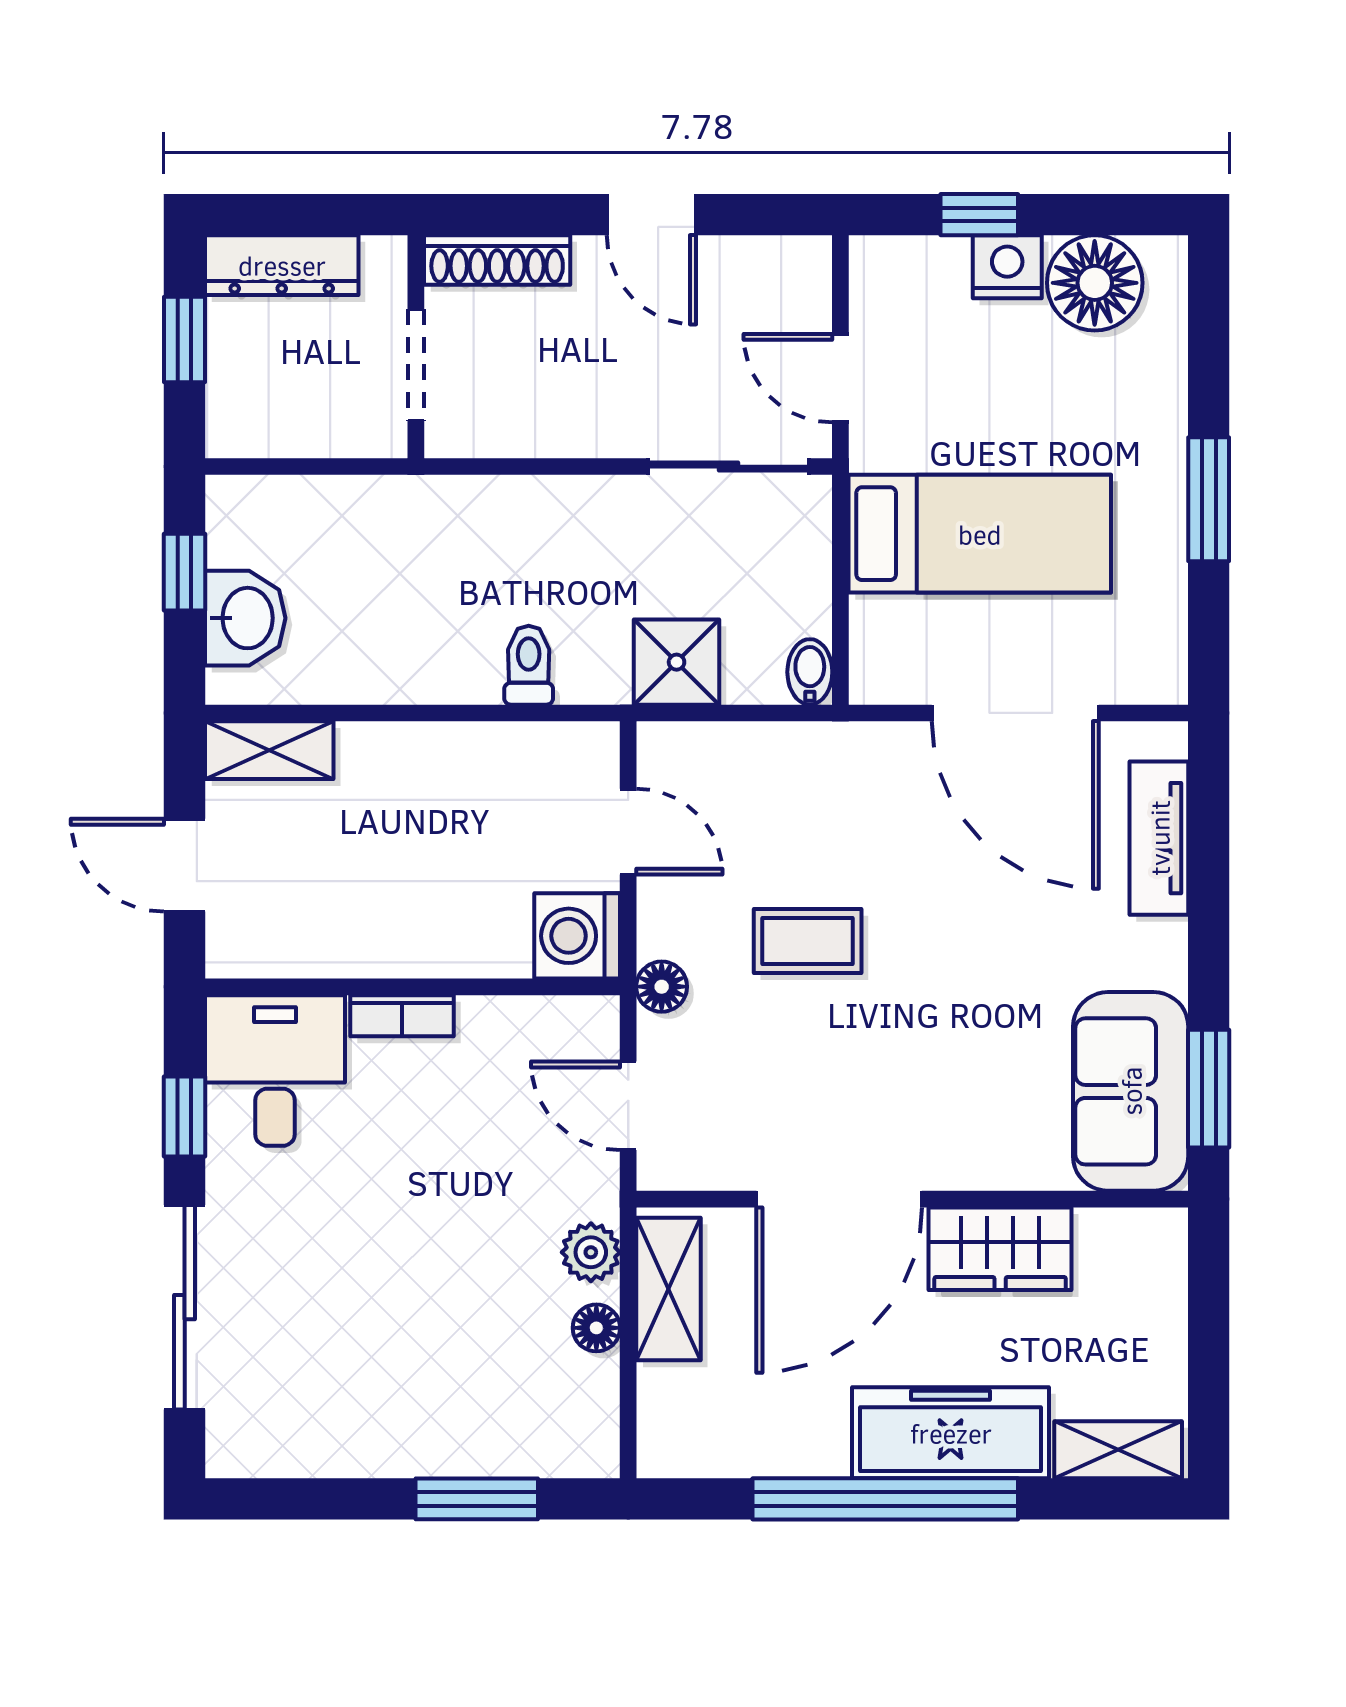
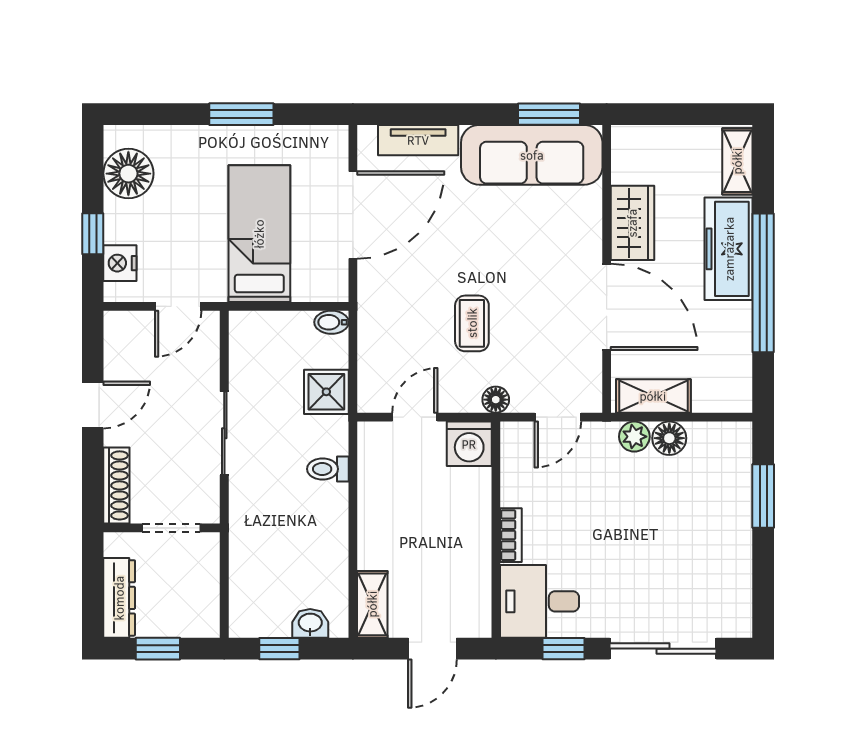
nightstand: (1007, 267) -> (120, 263), moved
sliding door: (728, 467) -> (224, 433), moved
washbasin: (245, 618) -> (310, 623), width x0.72, depth x0.69
sofa: (1131, 1091) -> (532, 155), width x1.36
floor lamp: (596, 1328) -> (669, 438), width x1.37, depth x1.37

